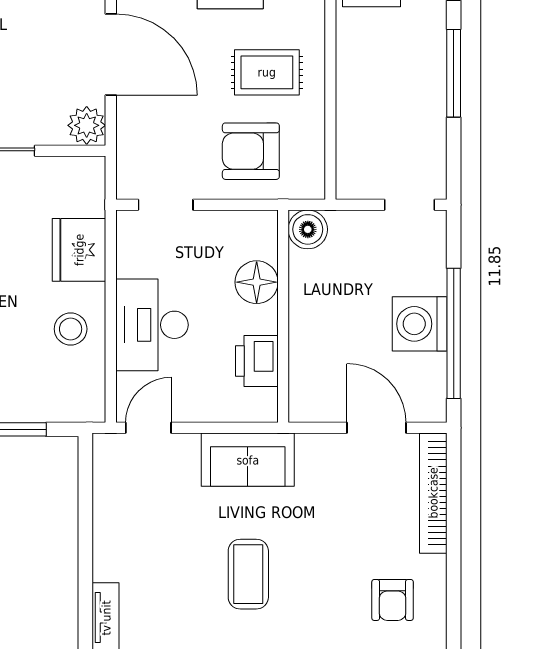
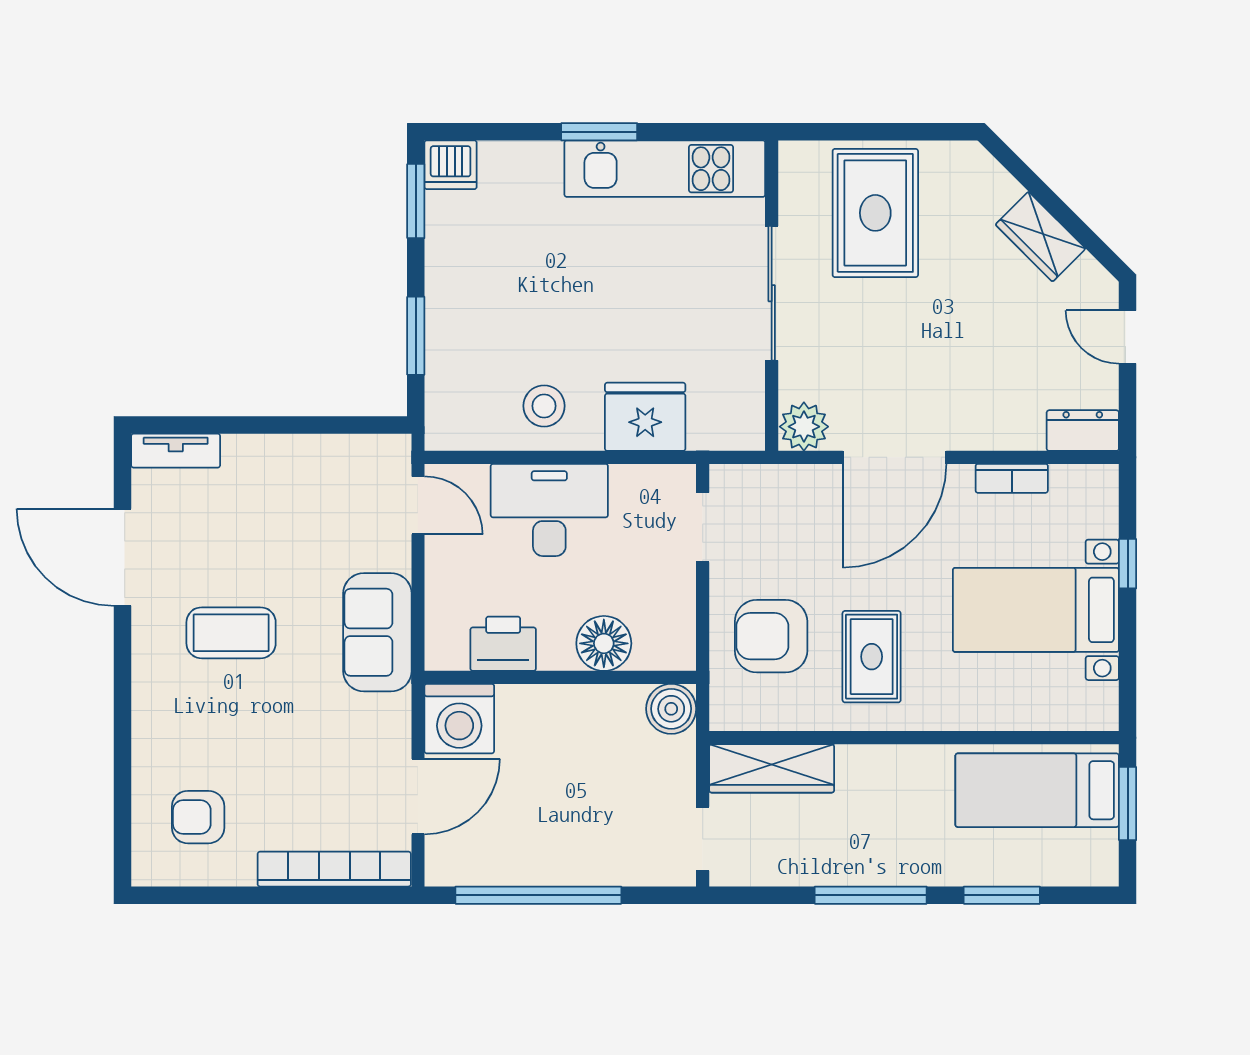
armchair: (251, 151) -> (771, 636), turned -90
wardrobe: (354, 151) -> (772, 768), added
washing machine: (420, 324) -> (459, 719), moved, turned 180

